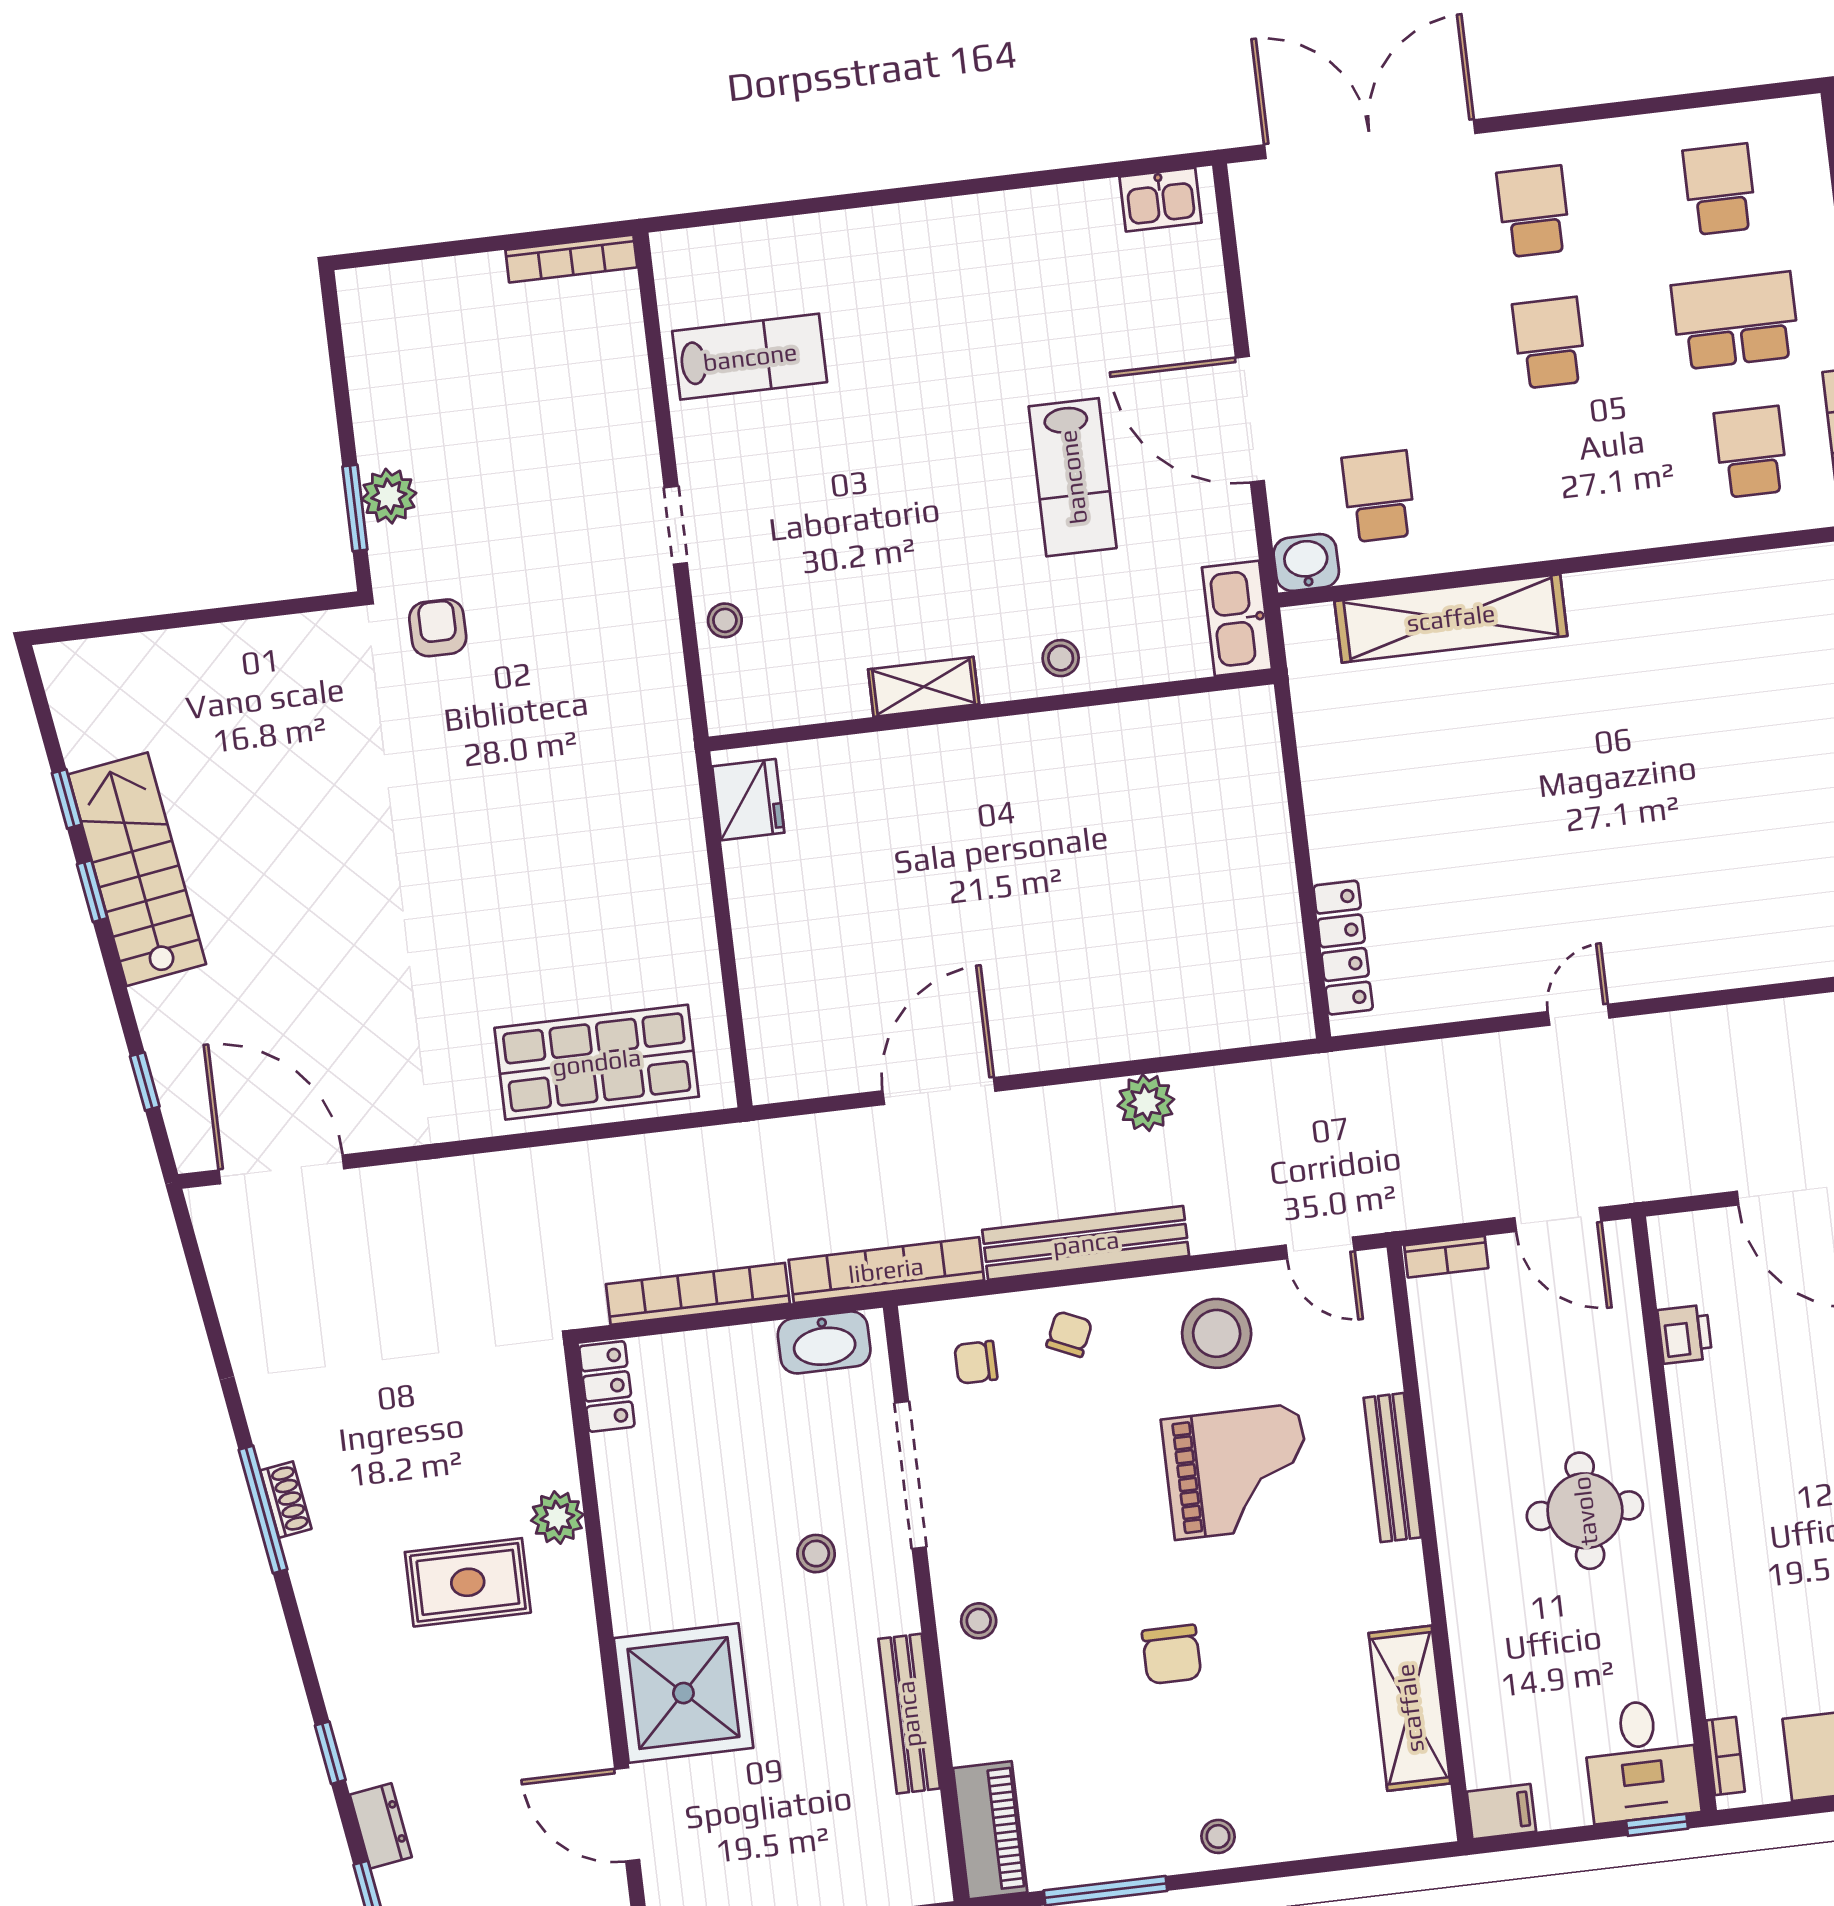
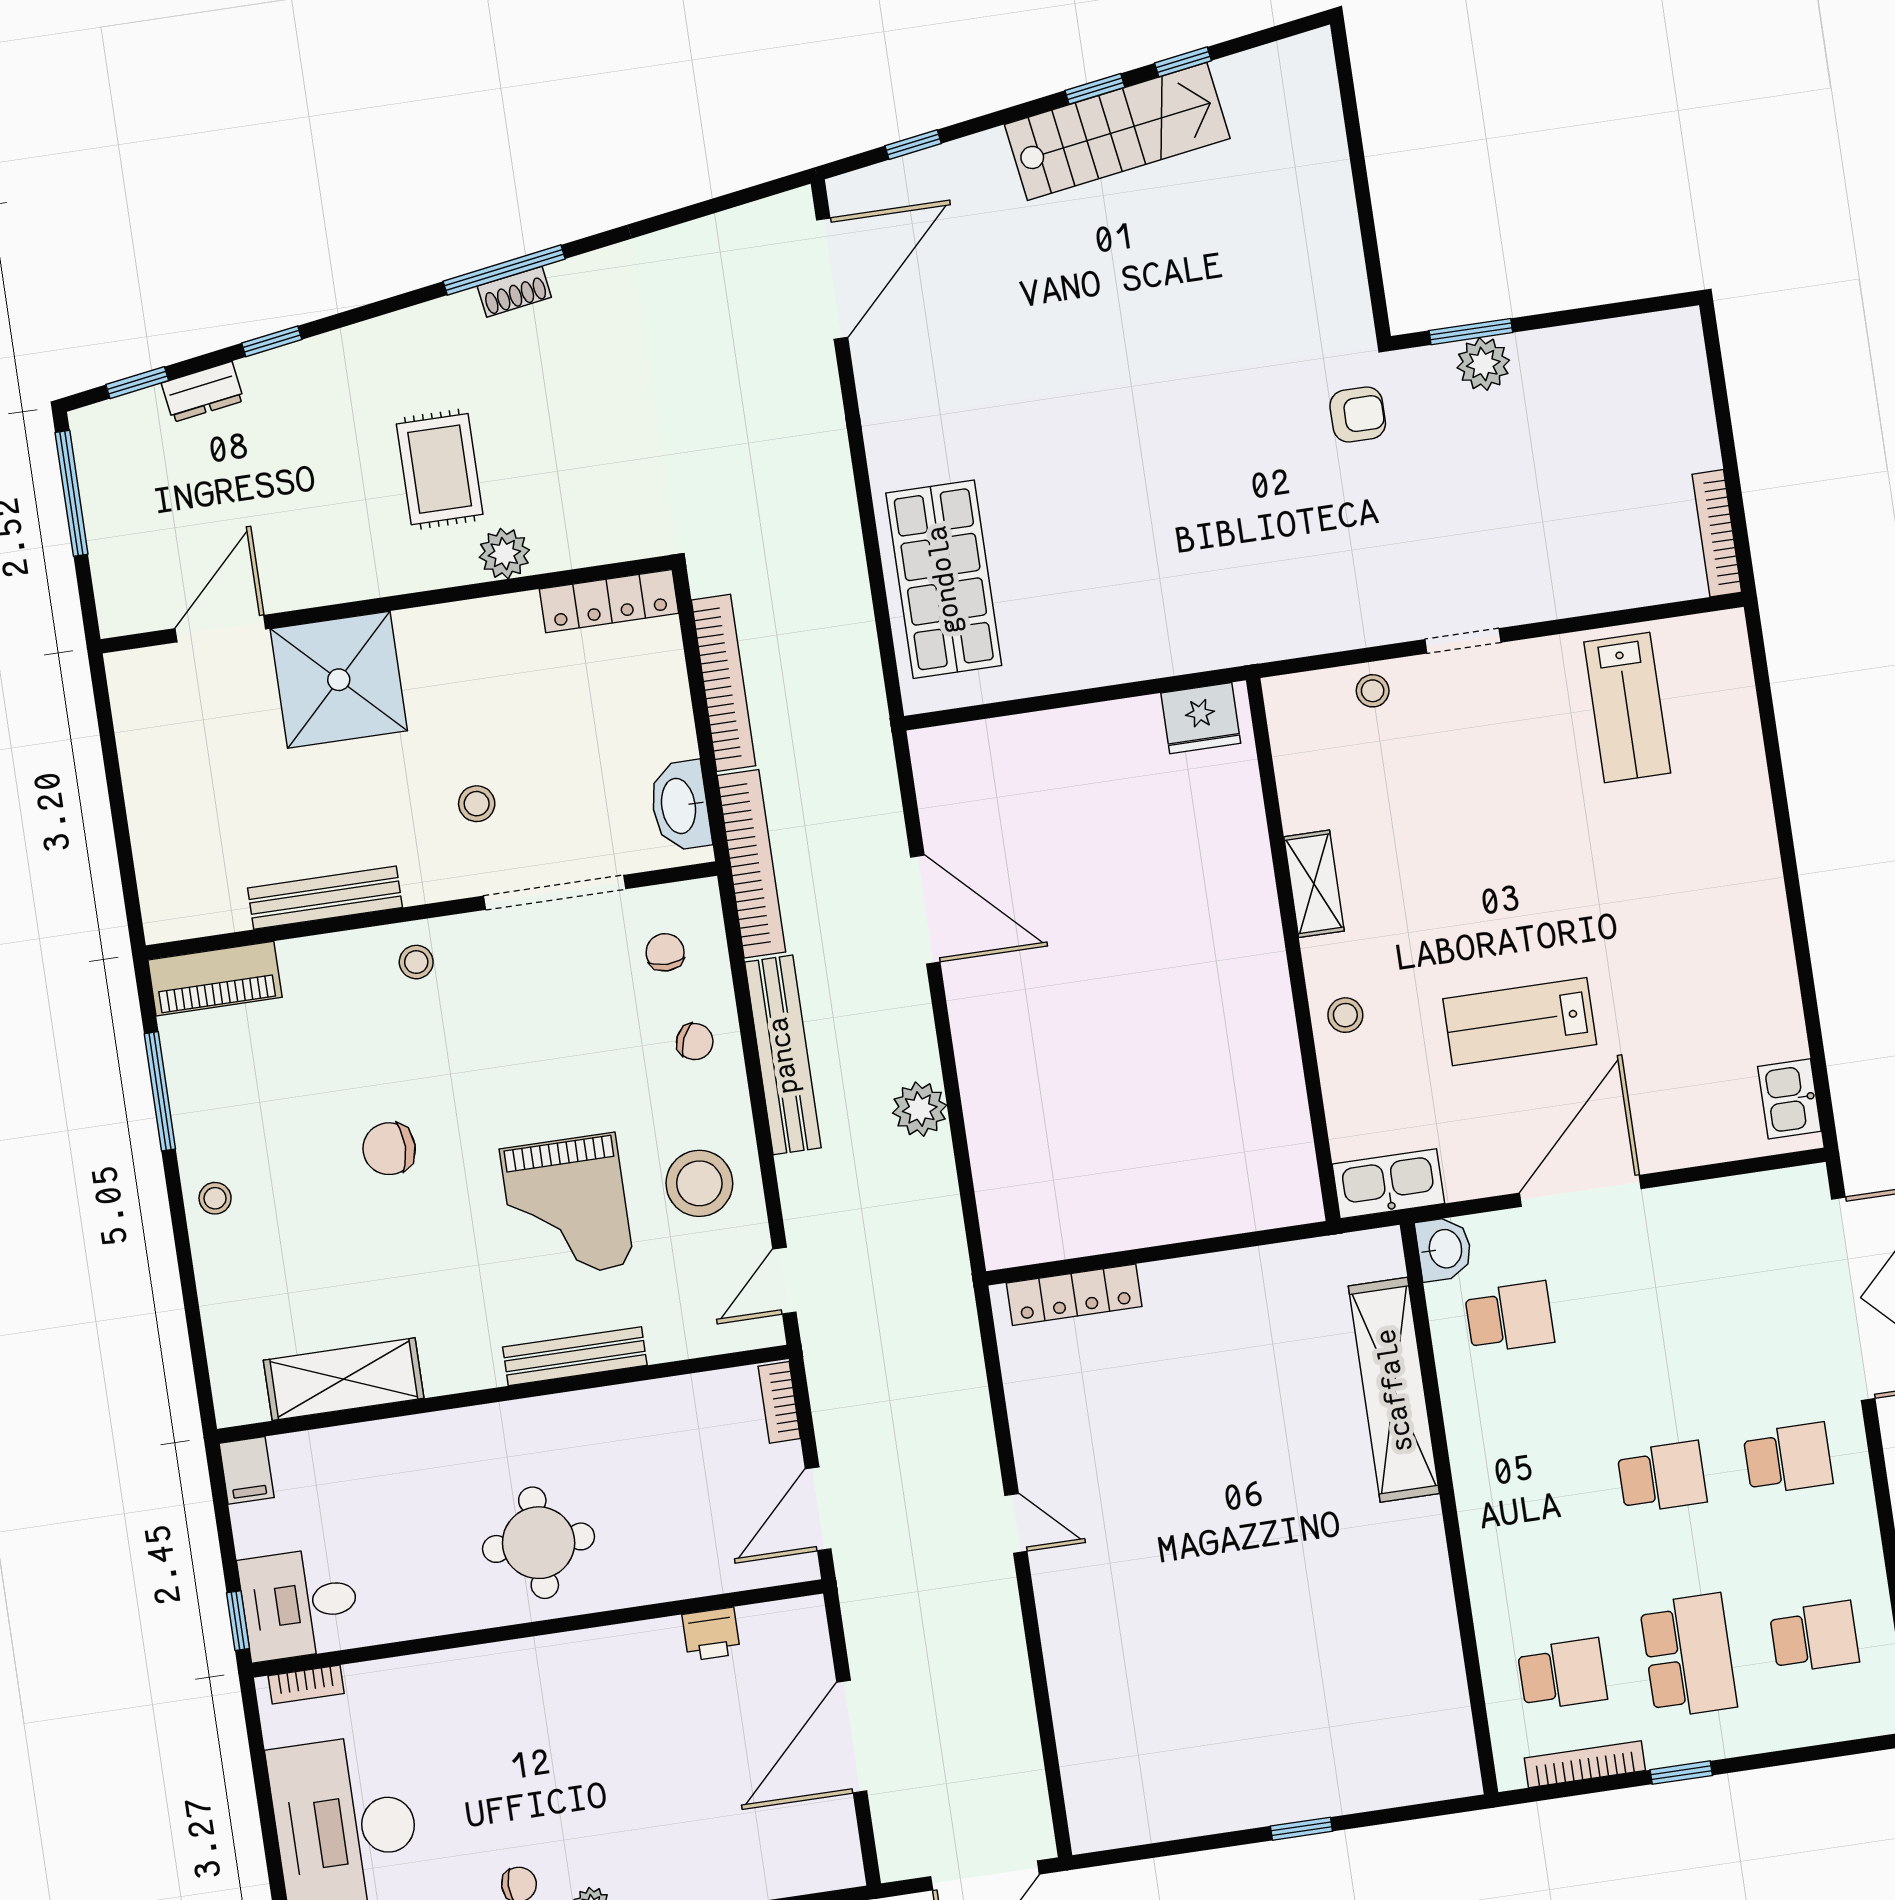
locker: (607, 1386) -> (609, 601), width x1.53

